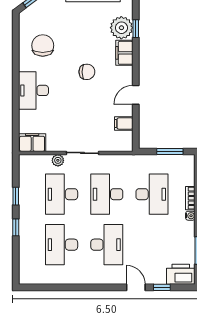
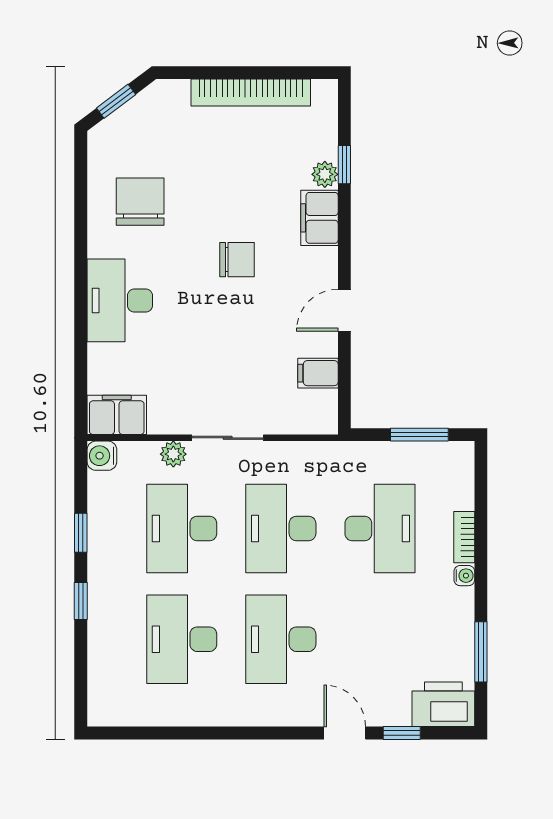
plant: (121, 28) -> (325, 174), width x0.53, depth x0.53
water cooler: (25, 161) -> (102, 456), added
desk: (107, 245) -> (281, 639), turned 180

